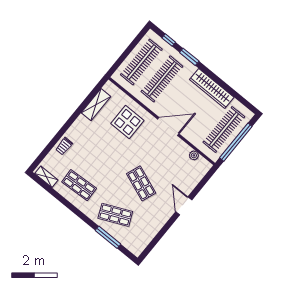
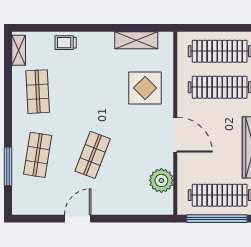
plant: (194, 155) -> (161, 180), width x1.87, depth x1.87
door: (184, 206) -> (78, 219), moved
shop shelf: (115, 215) -> (38, 155), turned 33

